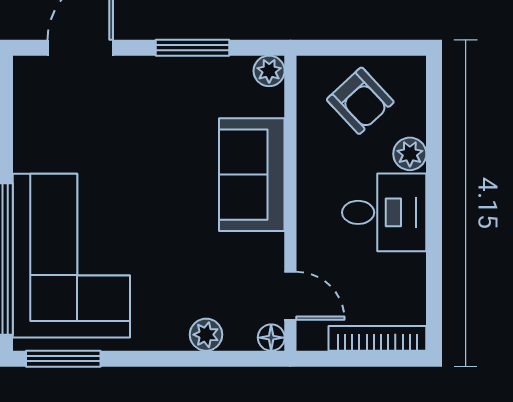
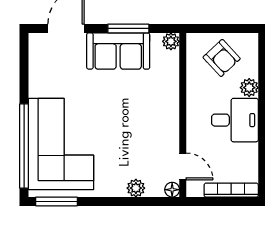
sofa: (252, 175) -> (118, 51), moved, turned -90

